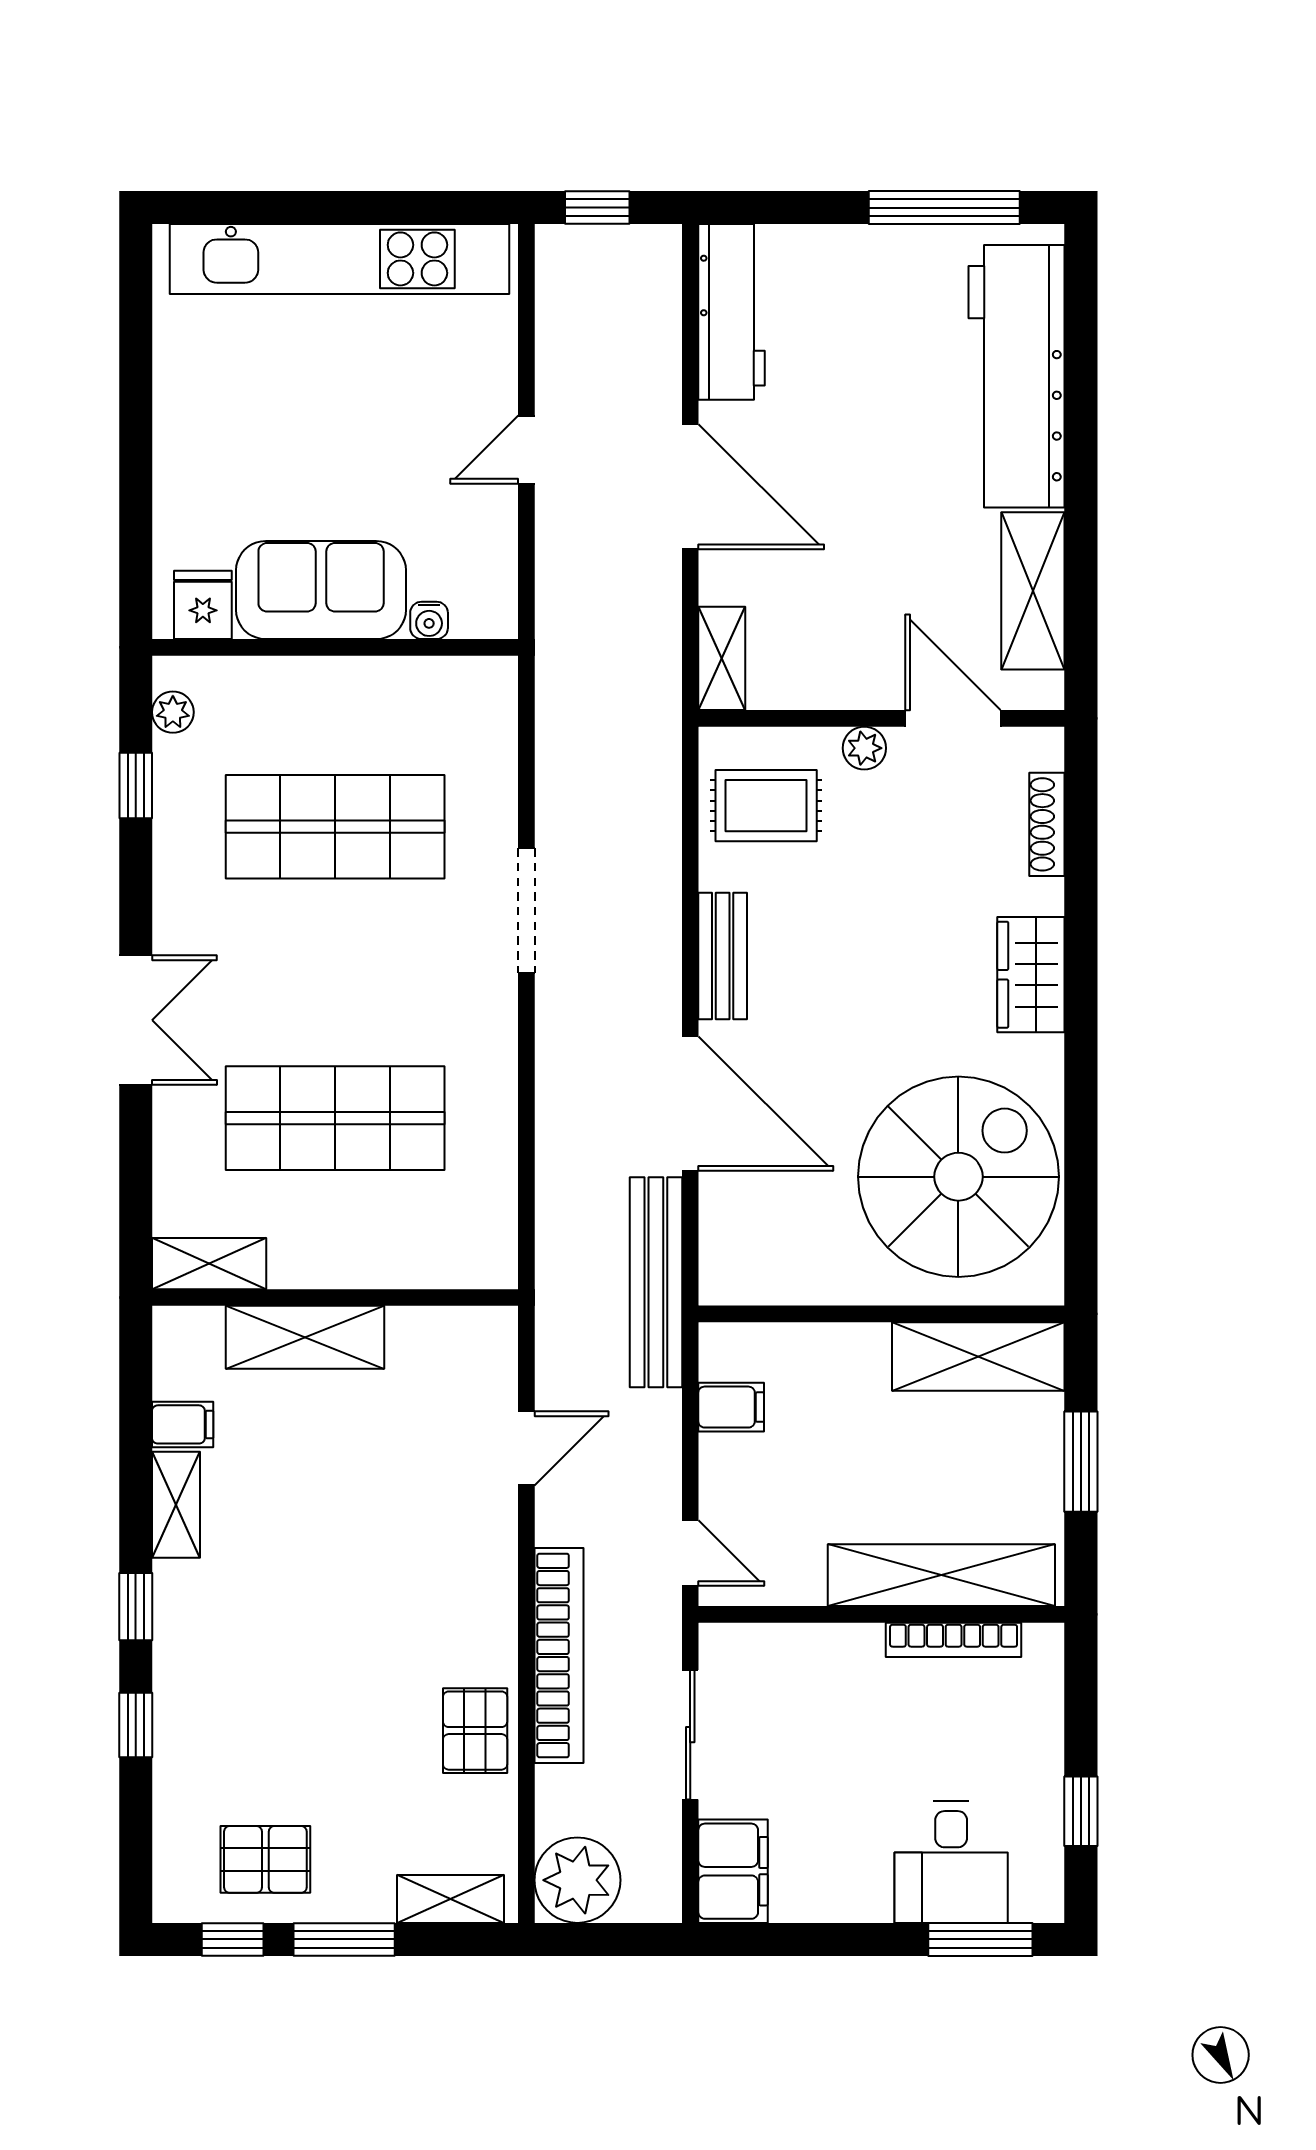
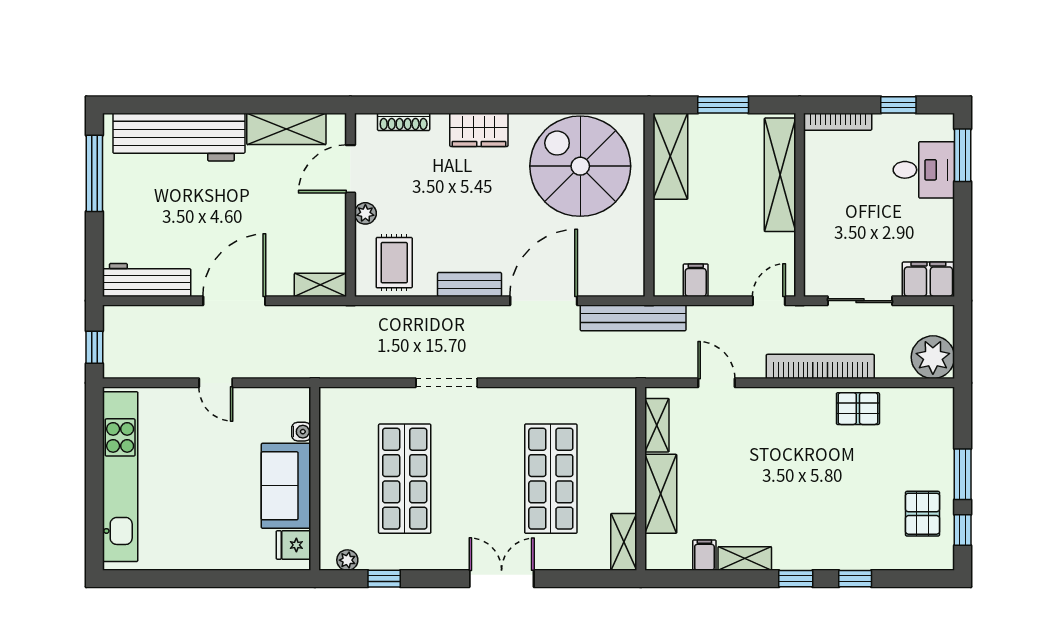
bookcase: (954, 1640) -> (838, 122), moved, turned 90
shelving: (450, 1899) -> (657, 425), moved

